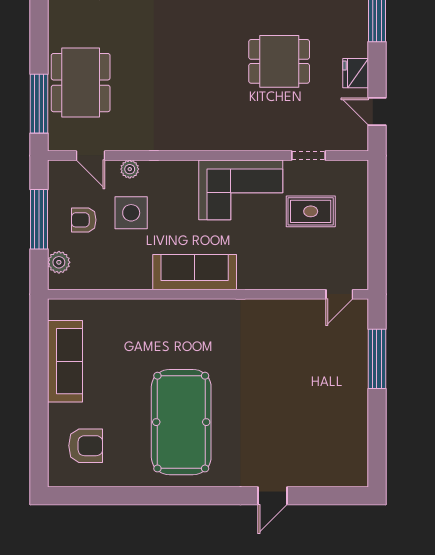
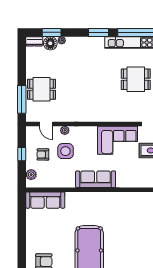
dining table: (81, 83) -> (41, 89), width x0.73
window: (39, 219) -> (22, 154), width x0.46
sofa: (65, 361) -> (45, 200), moved, turned 90

